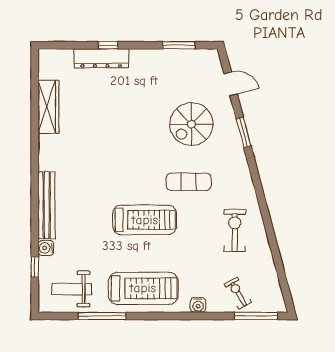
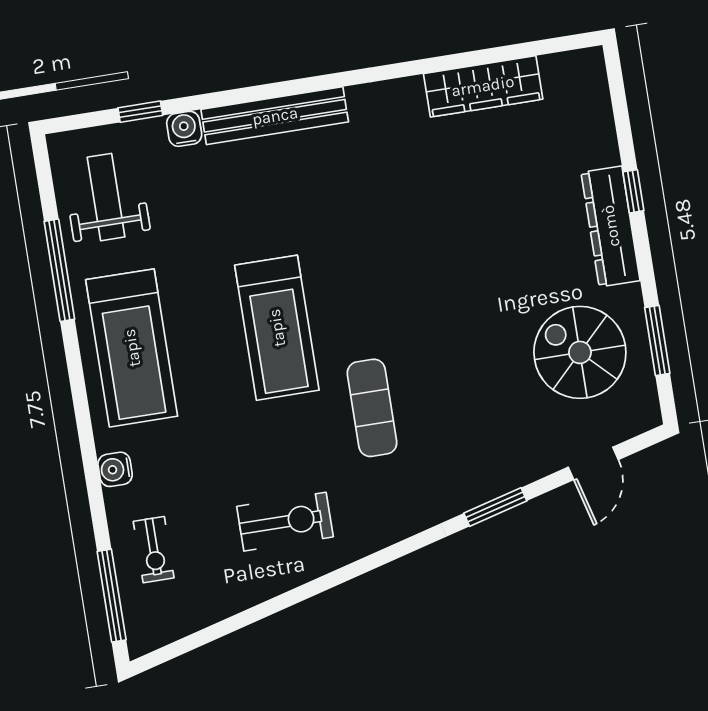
dresser: (101, 58) -> (611, 226), moved
spiral stairs: (191, 124) -> (580, 352), moved
exercise bike: (238, 293) -> (154, 550), turned 120

